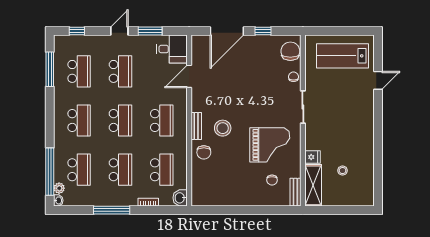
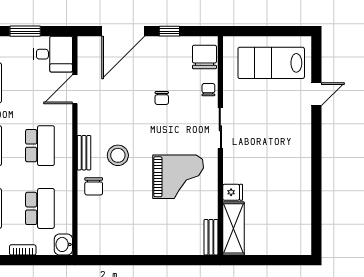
stool: (343, 171) -> (271, 210), removed
chair: (272, 180) -> (162, 98), moved

